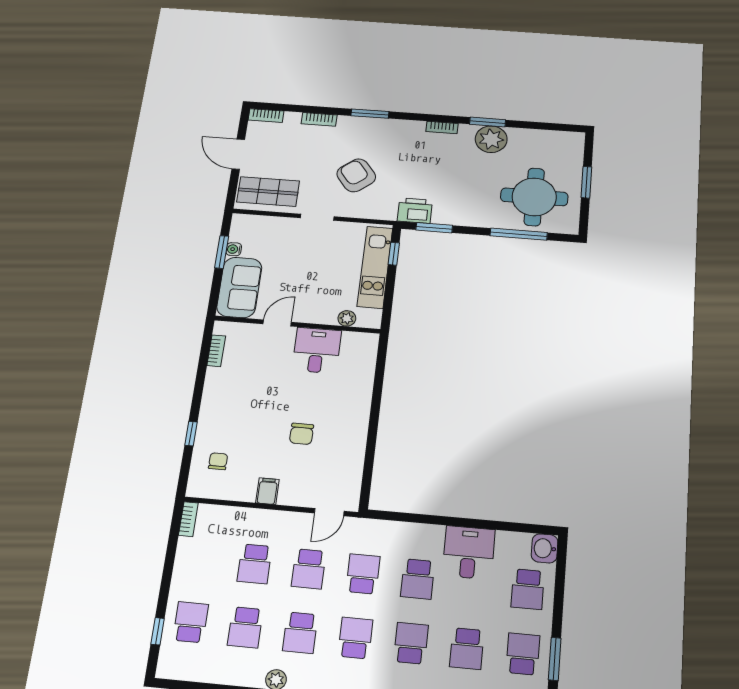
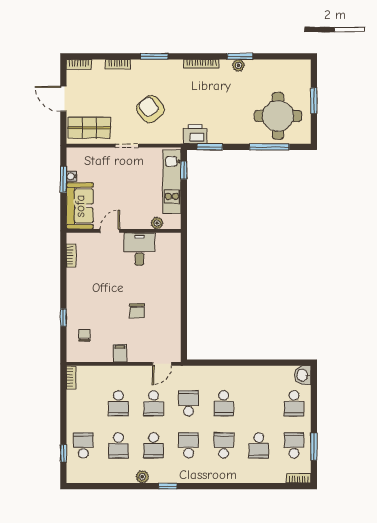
bookcase: (442, 128) -> (201, 64), width x1.56
plant: (491, 139) -> (239, 65), width x0.53, depth x0.53
desk: (469, 552) -> (255, 383), removed

